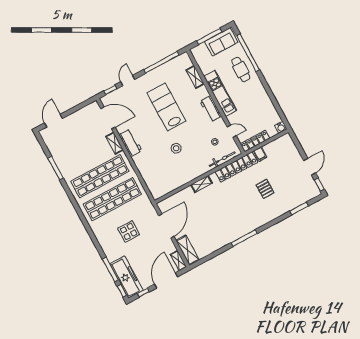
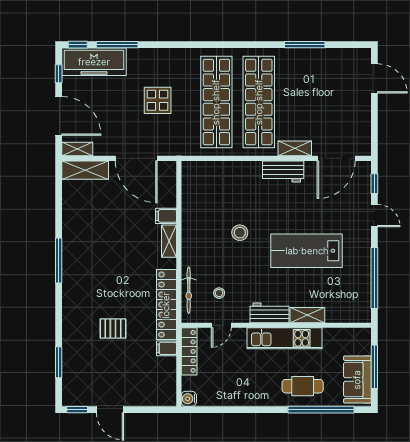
shelving: (195, 77) -> (307, 315), moved
lab bench: (166, 107) -> (307, 251), turned 180
filing cabinet: (189, 193) -> (166, 216), added

